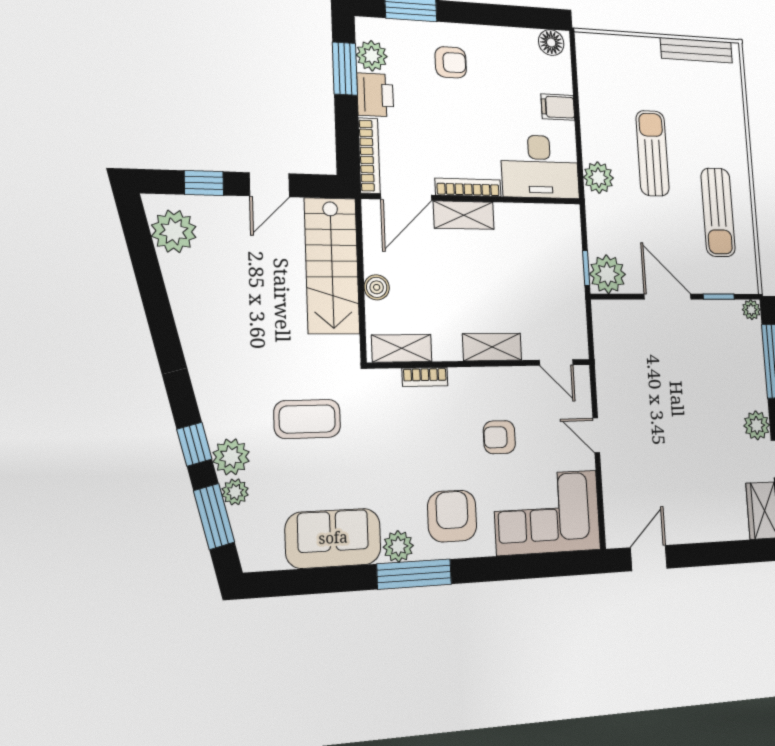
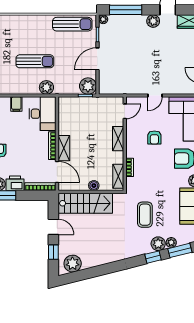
sun lounger: (653, 153) -> (35, 61), turned 180
sun lounger: (718, 212) -> (72, 24), moved

